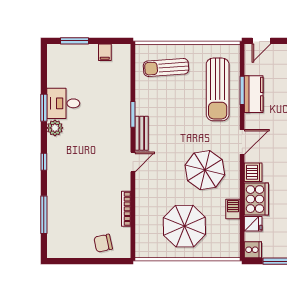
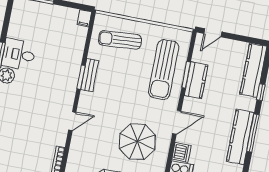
filing cabinet: (105, 52) -> (84, 18), moved
bench: (142, 133) -> (90, 75), moved

